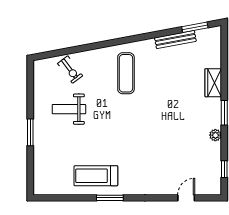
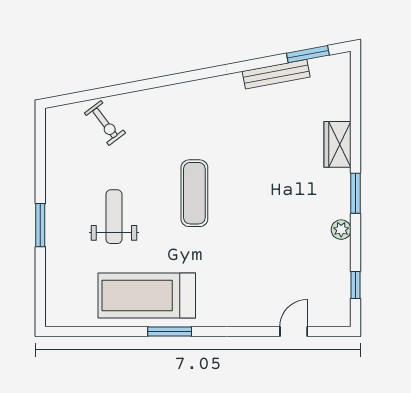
exercise mat: (126, 73) -> (194, 193), moved
weight bench: (69, 109) -> (114, 217), moved, turned 90
treadmill: (96, 176) -> (147, 296), width x1.37, depth x1.38

